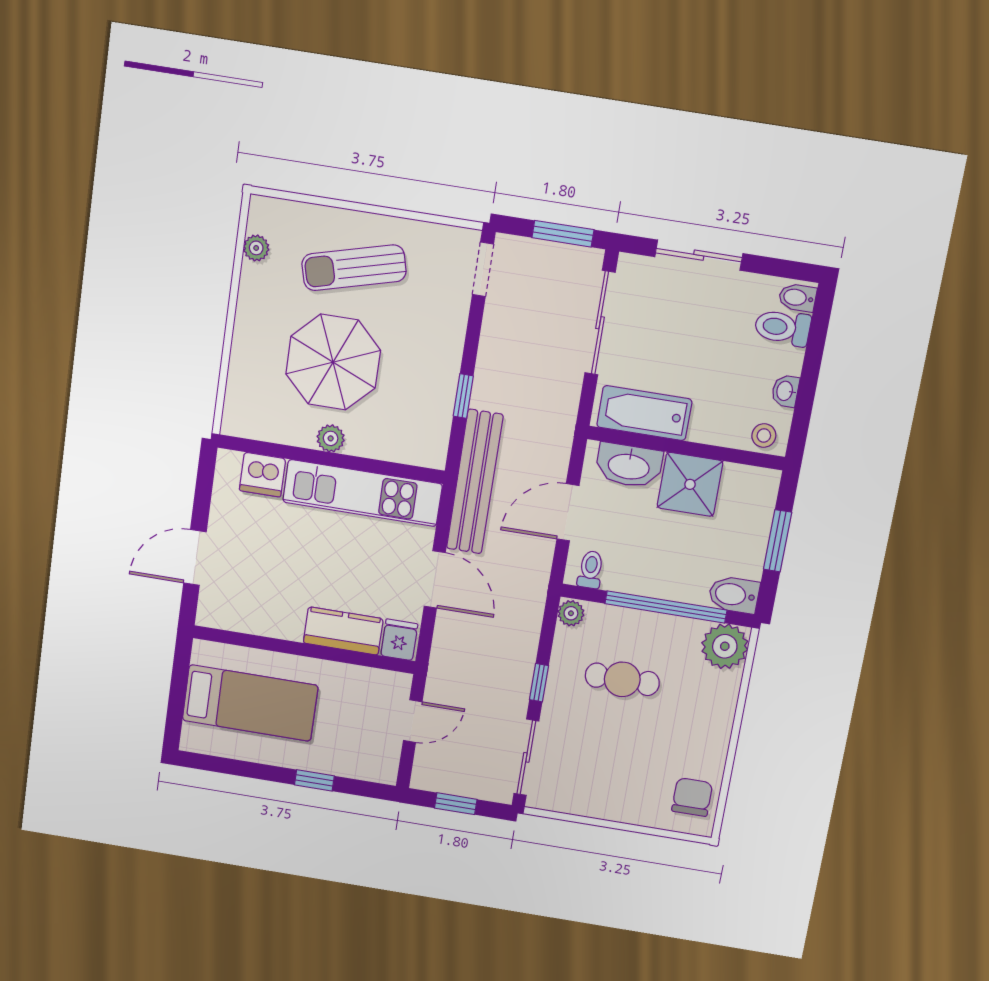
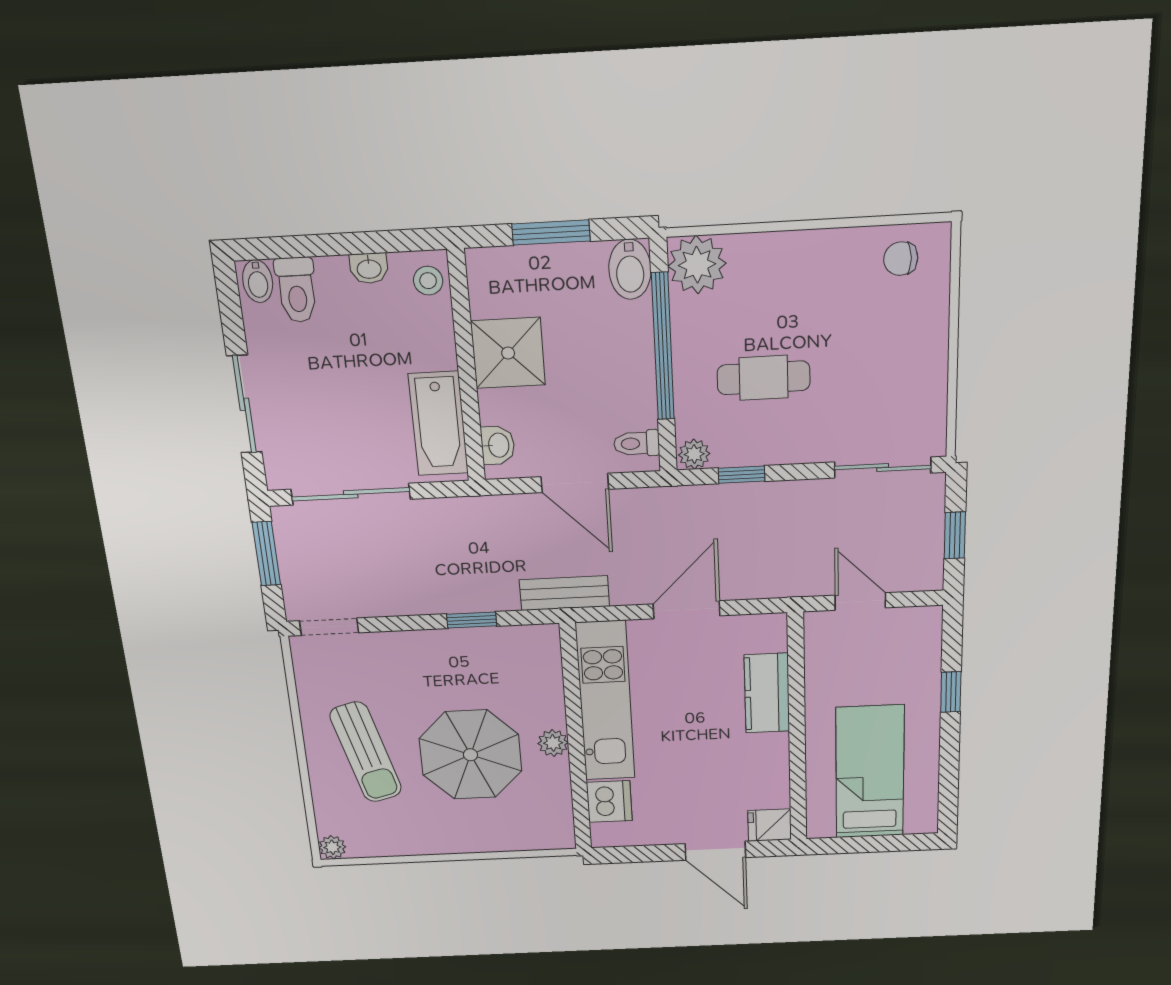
plant: (256, 248) -> (332, 847), moved
washbasin: (629, 466) -> (498, 445), width x0.52, depth x0.69
bench: (475, 482) -> (564, 593), width x0.54, depth x0.82
fridge: (399, 640) -> (770, 825), moved
cafe table: (622, 679) -> (764, 378), turned 90
window: (539, 683) -> (742, 475), moved
chair: (692, 797) -> (901, 259), width x0.73, depth x0.73

